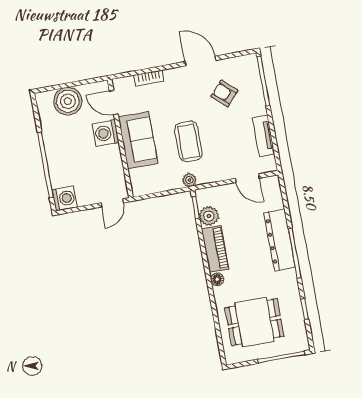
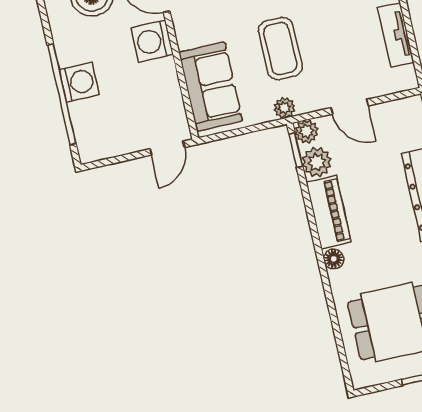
sofa: (138, 140) -> (211, 87), moved
door: (247, 178) -> (349, 107), moved
plant: (203, 196) -> (306, 131), added
washing machine: (65, 198) -> (79, 82), moved

